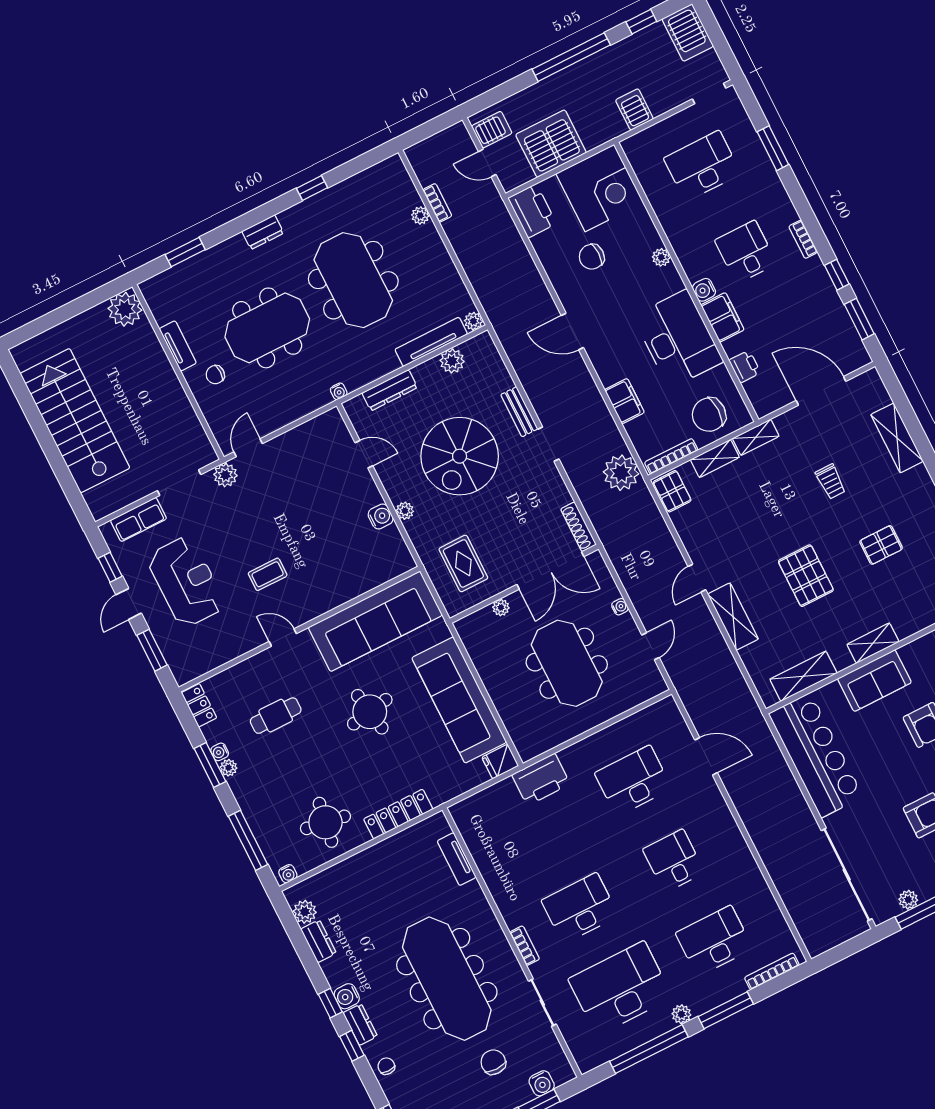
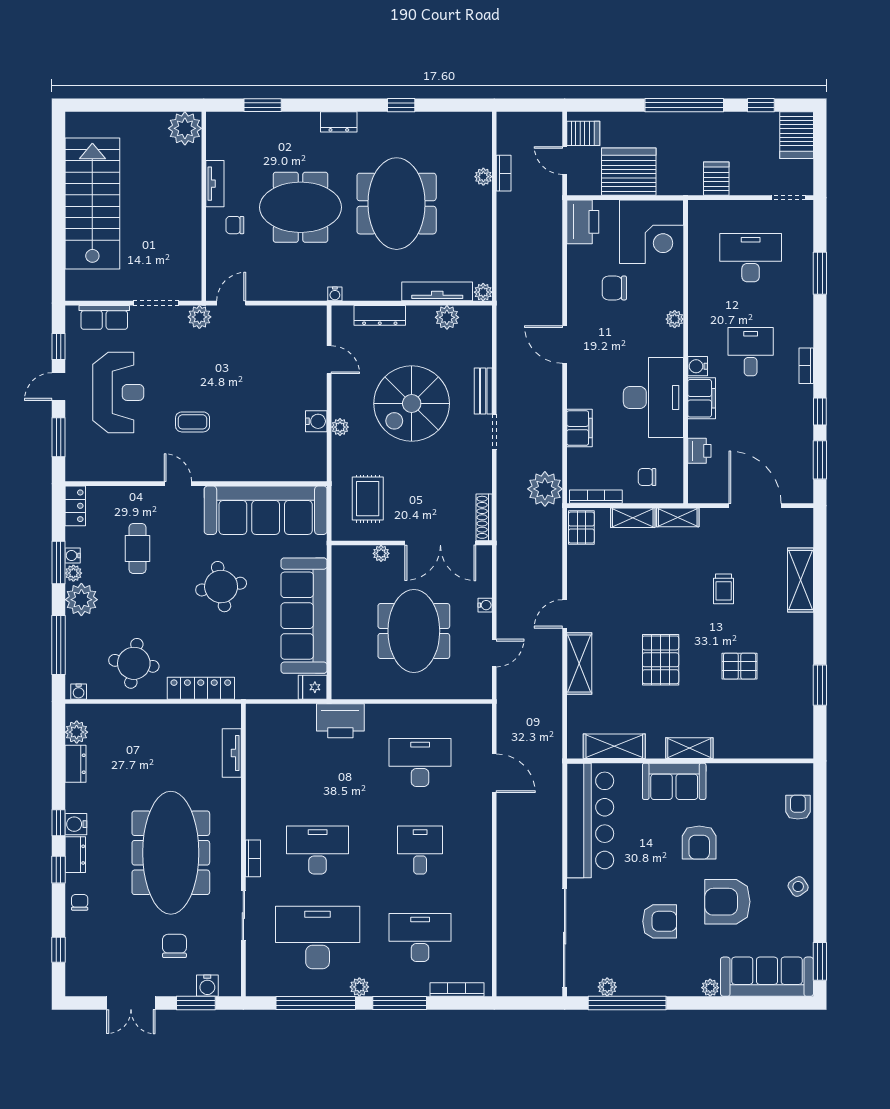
chair: (709, 415) -> (647, 477), width x0.54, depth x0.54
cafe table: (276, 716) -> (137, 548), turned 90
plant: (248, 788) -> (81, 600), added

